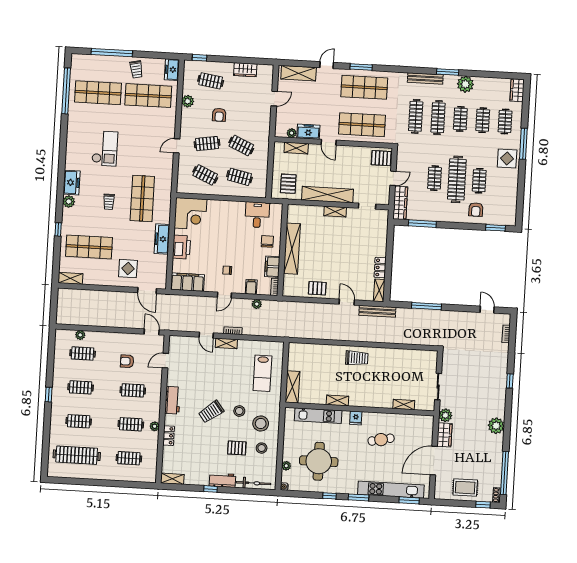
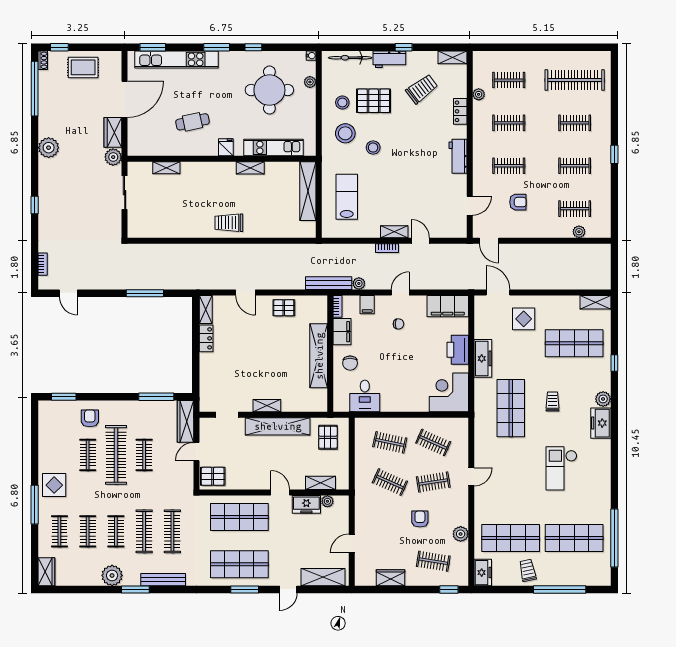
bench: (377, 311) -> (329, 283), moved
shelving: (293, 387) -> (308, 191), width x1.47
trolley: (211, 412) -> (422, 89), moved
plant: (155, 426) -> (479, 94), moved
pallet: (237, 448) -> (374, 101), width x1.50, depth x1.42

